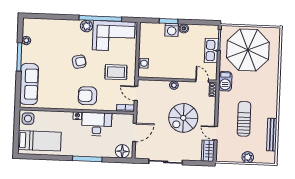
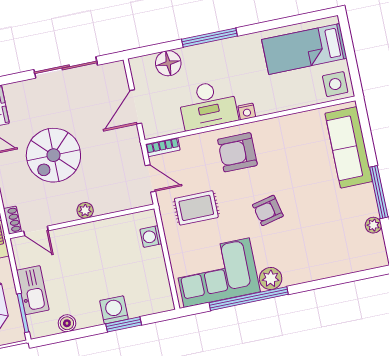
boiler: (184, 28) -> (67, 323), moved
armchair: (87, 96) -> (237, 152), turned 180
spiral stairs: (183, 118) -> (53, 155), turned 180
floor lamp: (122, 151) -> (168, 63), moved

